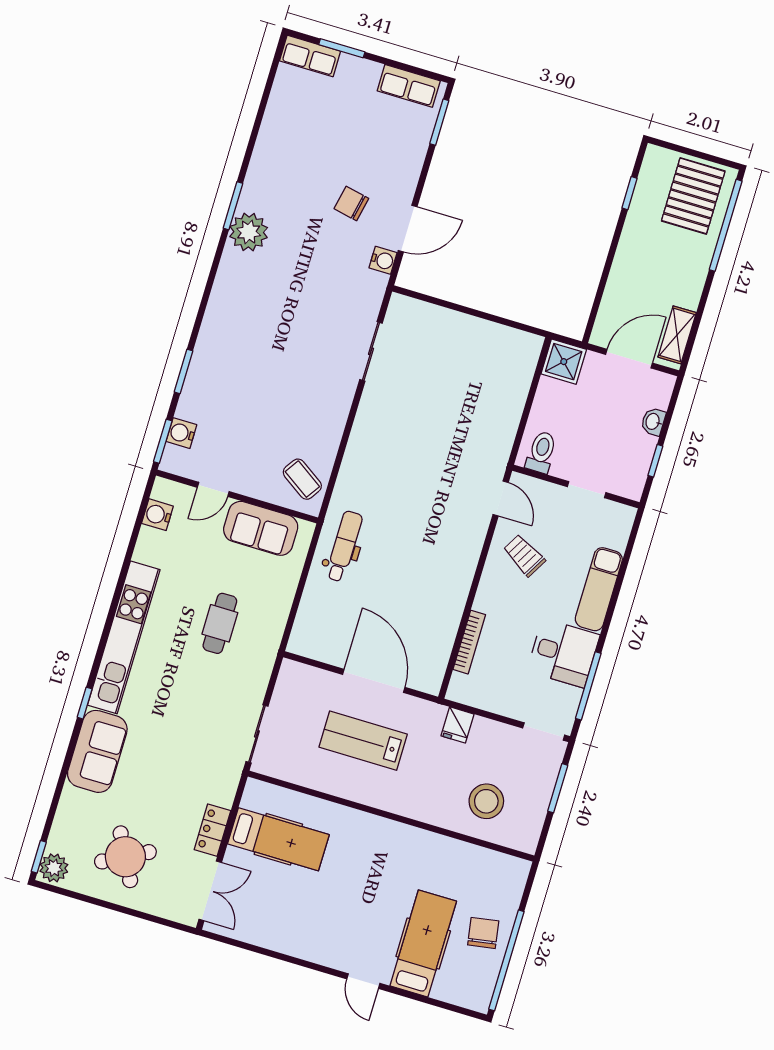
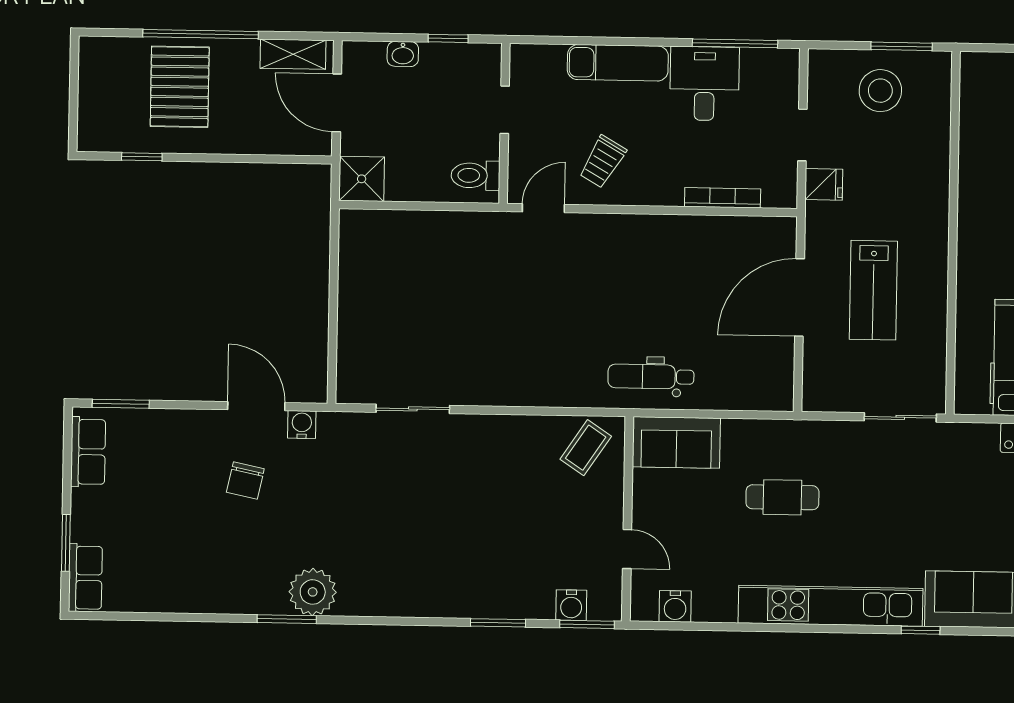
pallet: (693, 196) -> (180, 87), moved, turned 90
window: (726, 225) -> (201, 34), moved
sofa: (261, 528) -> (676, 442), moved, turned 90
doorway: (544, 732) -> (802, 135), moved
window: (558, 788) -> (902, 46), moved
stool: (486, 801) -> (880, 91), moved

